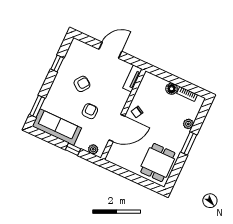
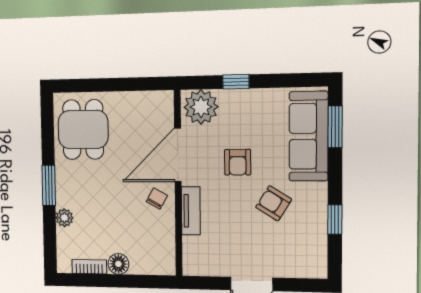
tv unit: (132, 78) -> (191, 211), moved
armchair: (82, 84) -> (274, 203), turned 85
sofa: (57, 127) -> (309, 136), moved, turned 90
plant: (93, 149) -> (201, 107), width x1.87, depth x1.87

